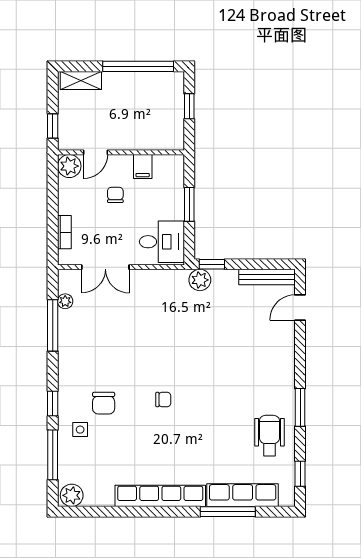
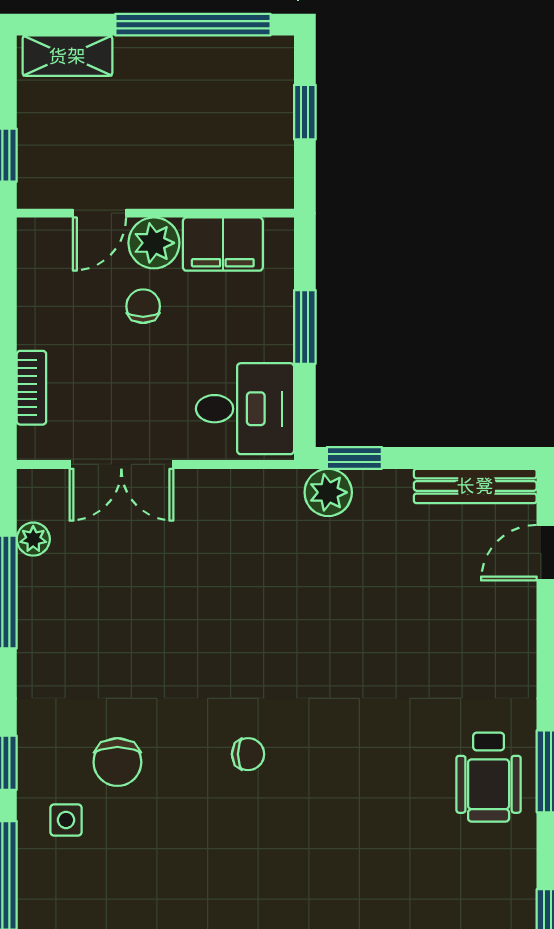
plant: (69, 166) -> (154, 243), moved
filing cabinet: (143, 167) -> (223, 244), width x2.00
wheelchair: (269, 436) -> (489, 777), moved, turned 180

